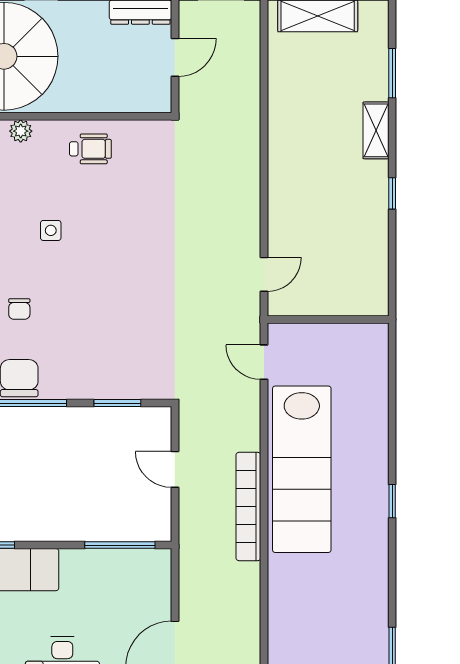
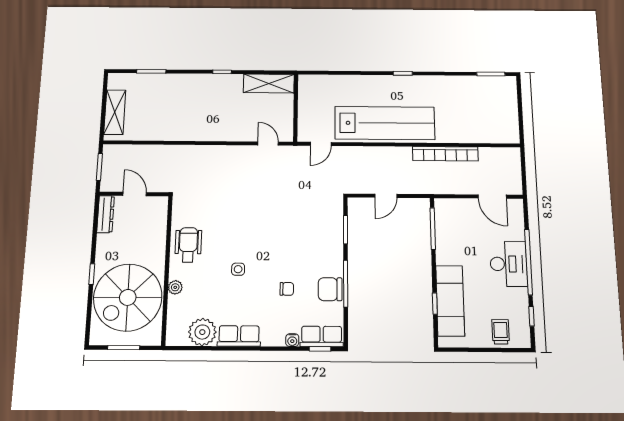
shelving: (376, 130) -> (269, 83), moved, width x1.50, depth x1.33
wheelchair: (90, 149) -> (188, 245), width x1.36, depth x1.37
bookcase: (248, 506) -> (445, 154), moved

